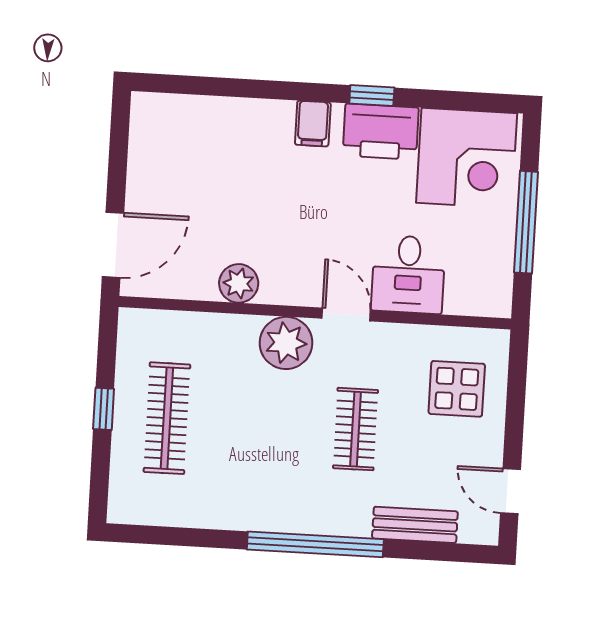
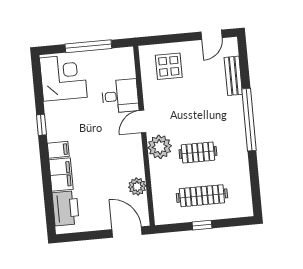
filing cabinet: (259, 121) -> (61, 174), added
printer: (381, 132) -> (66, 208), moved
plant: (239, 283) -> (137, 187), moved
clothes rail: (356, 429) -> (198, 153), moved

